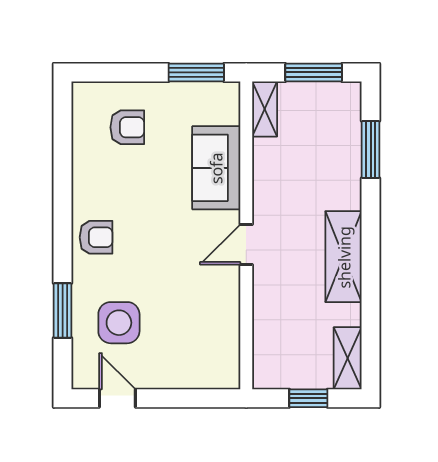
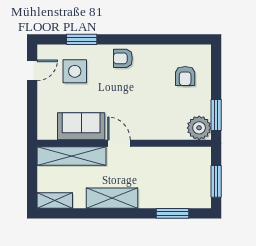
plant: (219, 103) -> (199, 128), added
shelving: (265, 109) -> (72, 156), moved, width x2.20, depth x1.33
sofa: (216, 168) -> (81, 126), moved
armchair: (96, 237) -> (123, 58), turned 90
window: (308, 398) -> (32, 178), removed

